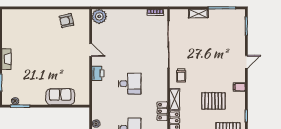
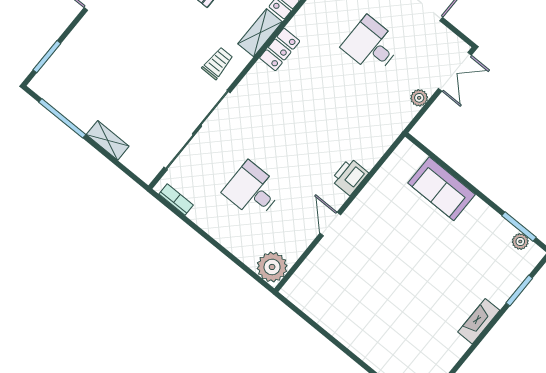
armchair: (66, 21) -> (331, 304), removed
desk: (130, 84) -> (253, 191), moved
locker: (162, 111) -> (280, 50), moved

